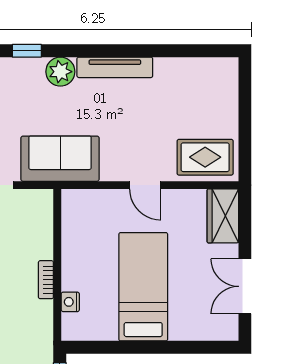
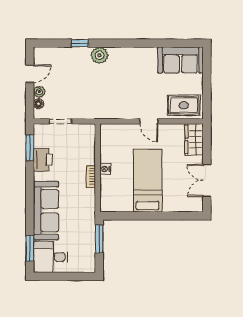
tv unit: (115, 67) -> (131, 53), removed
sofa: (60, 159) -> (180, 60), moved, turned 180
nightstand: (70, 302) -> (105, 169), moved

